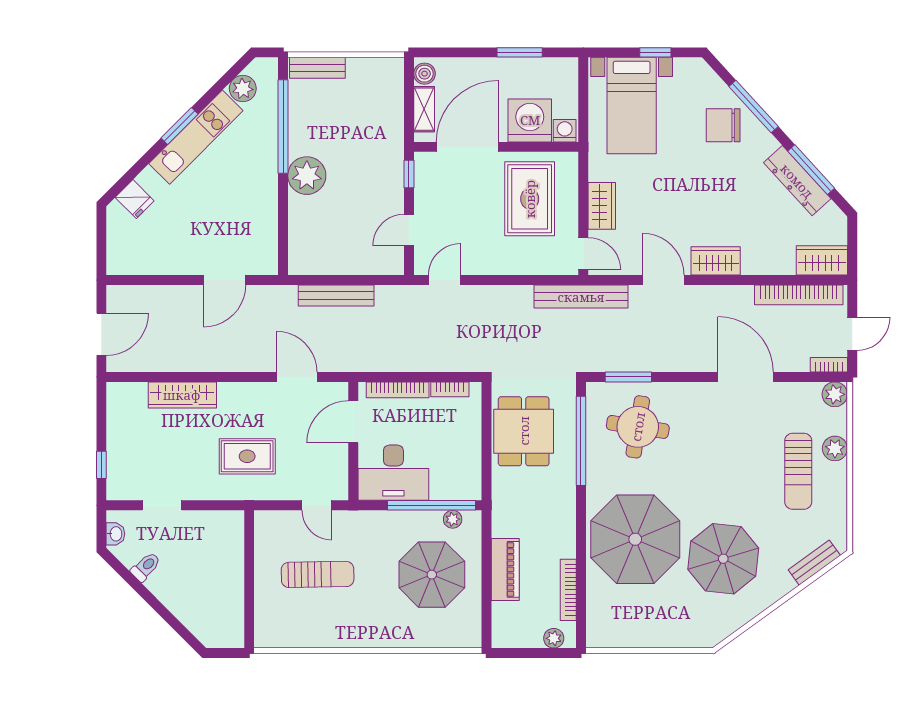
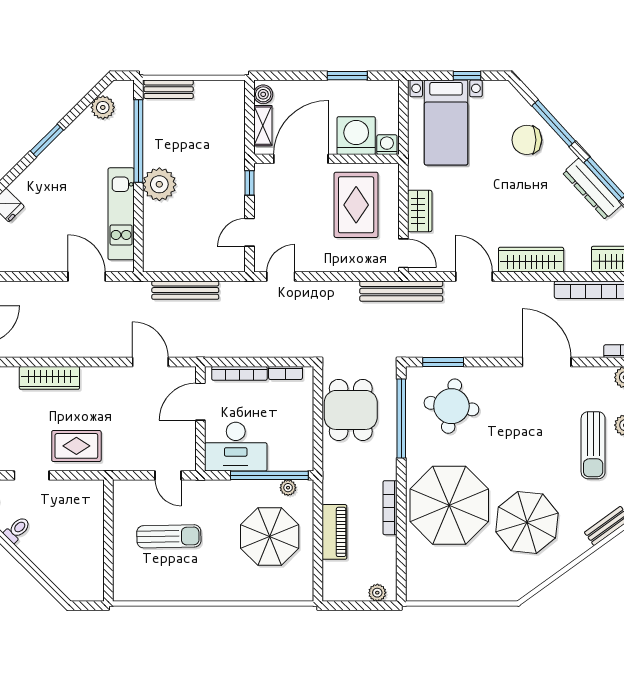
kitchen unit: (196, 137) -> (121, 214), moved, turned 135
wardrobe: (716, 261) -> (531, 260), width x1.50
door: (224, 280) -> (87, 277), swing flipped
rug: (247, 456) -> (76, 446), moved
bookcase: (568, 590) -> (390, 508), moved

